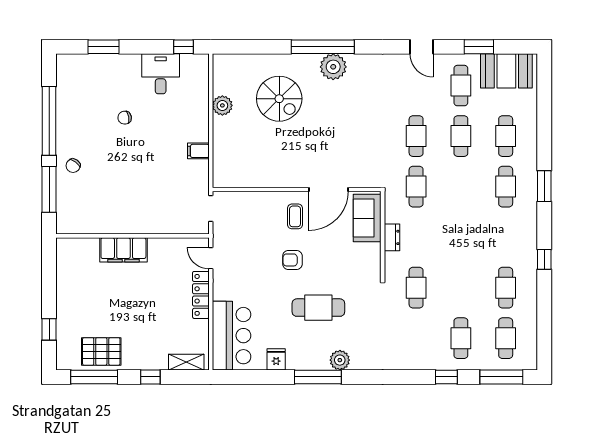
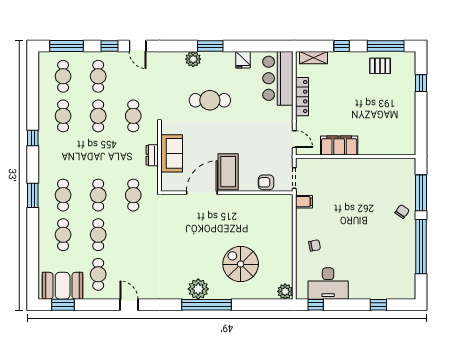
window: (103, 47) -> (378, 305), width x0.67
window: (479, 47) -> (63, 305), moved
desk: (161, 74) -> (328, 283), width x1.37
plant: (222, 105) -> (285, 291), moved
chair: (125, 118) -> (315, 245), moved
cafe table: (416, 136) -> (98, 195), moved
filing cabinet: (198, 151) -> (304, 202), moved
coffee table: (295, 216) -> (228, 172), width x1.86, depth x1.72
sofa: (367, 218) -> (172, 153), moved
filing cabinet: (123, 250) -> (339, 145), moved
armchair: (292, 260) -> (266, 182), moved, turned 180
cafe table: (461, 288) -> (98, 116), added
locker: (201, 295) -> (302, 97), moved
pallet: (101, 351) -> (380, 66), width x0.67, depth x0.71
window: (318, 377) -> (210, 46), width x0.69
door: (411, 377) -> (138, 46), added

